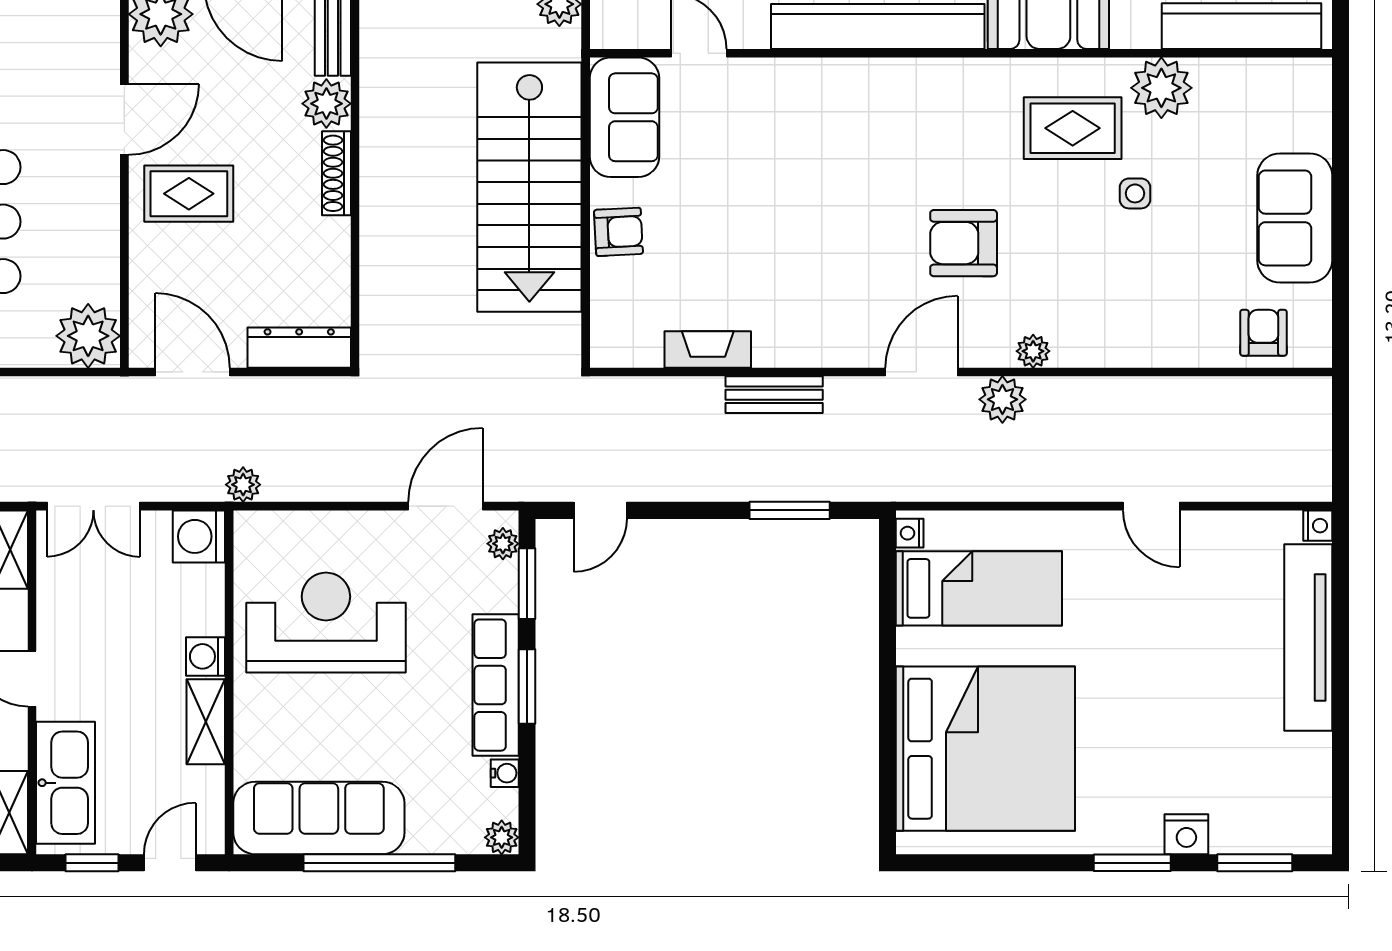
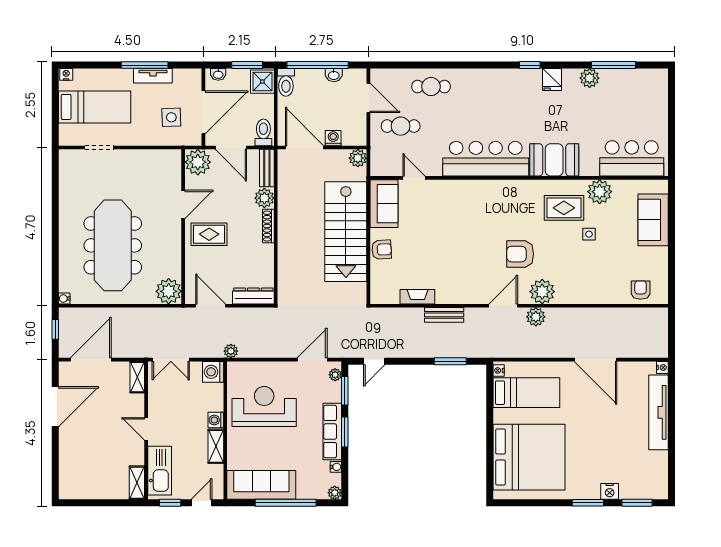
sofa: (1295, 218) -> (653, 220), moved
plant: (1033, 351) -> (542, 292), width x1.88, depth x1.88
door: (1151, 506) -> (595, 360), width x1.87

